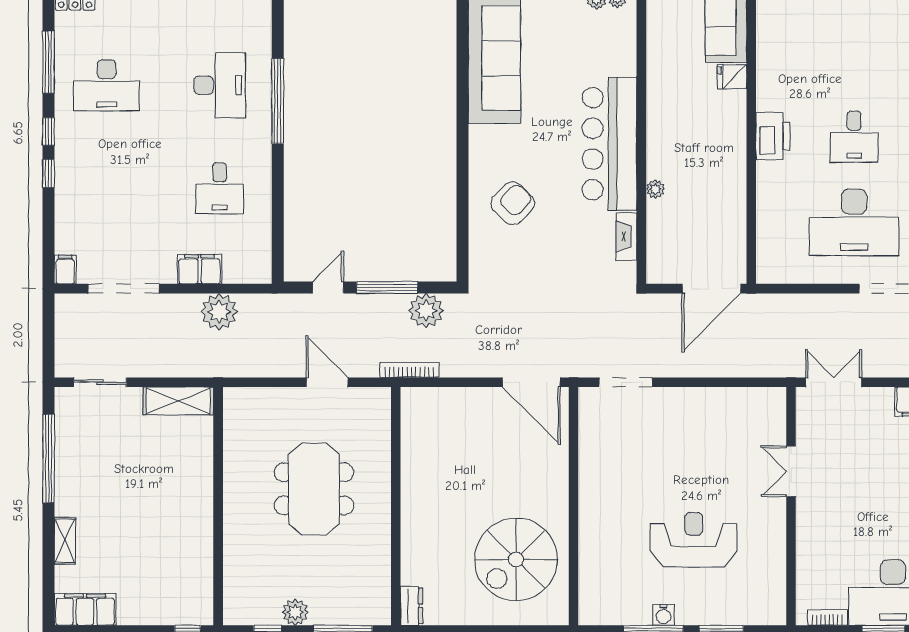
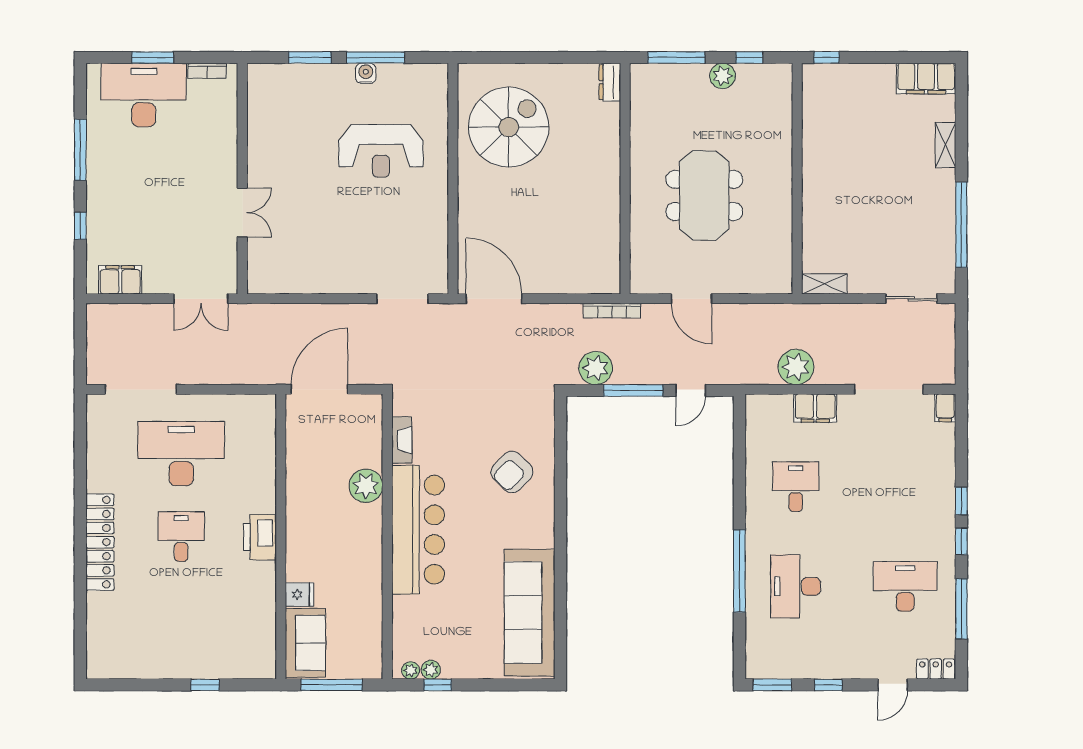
plant: (655, 189) -> (366, 486), width x1.87, depth x1.87
shelving: (178, 401) -> (824, 284), width x0.67, depth x0.75
reception desk: (694, 540) -> (381, 151), moved

